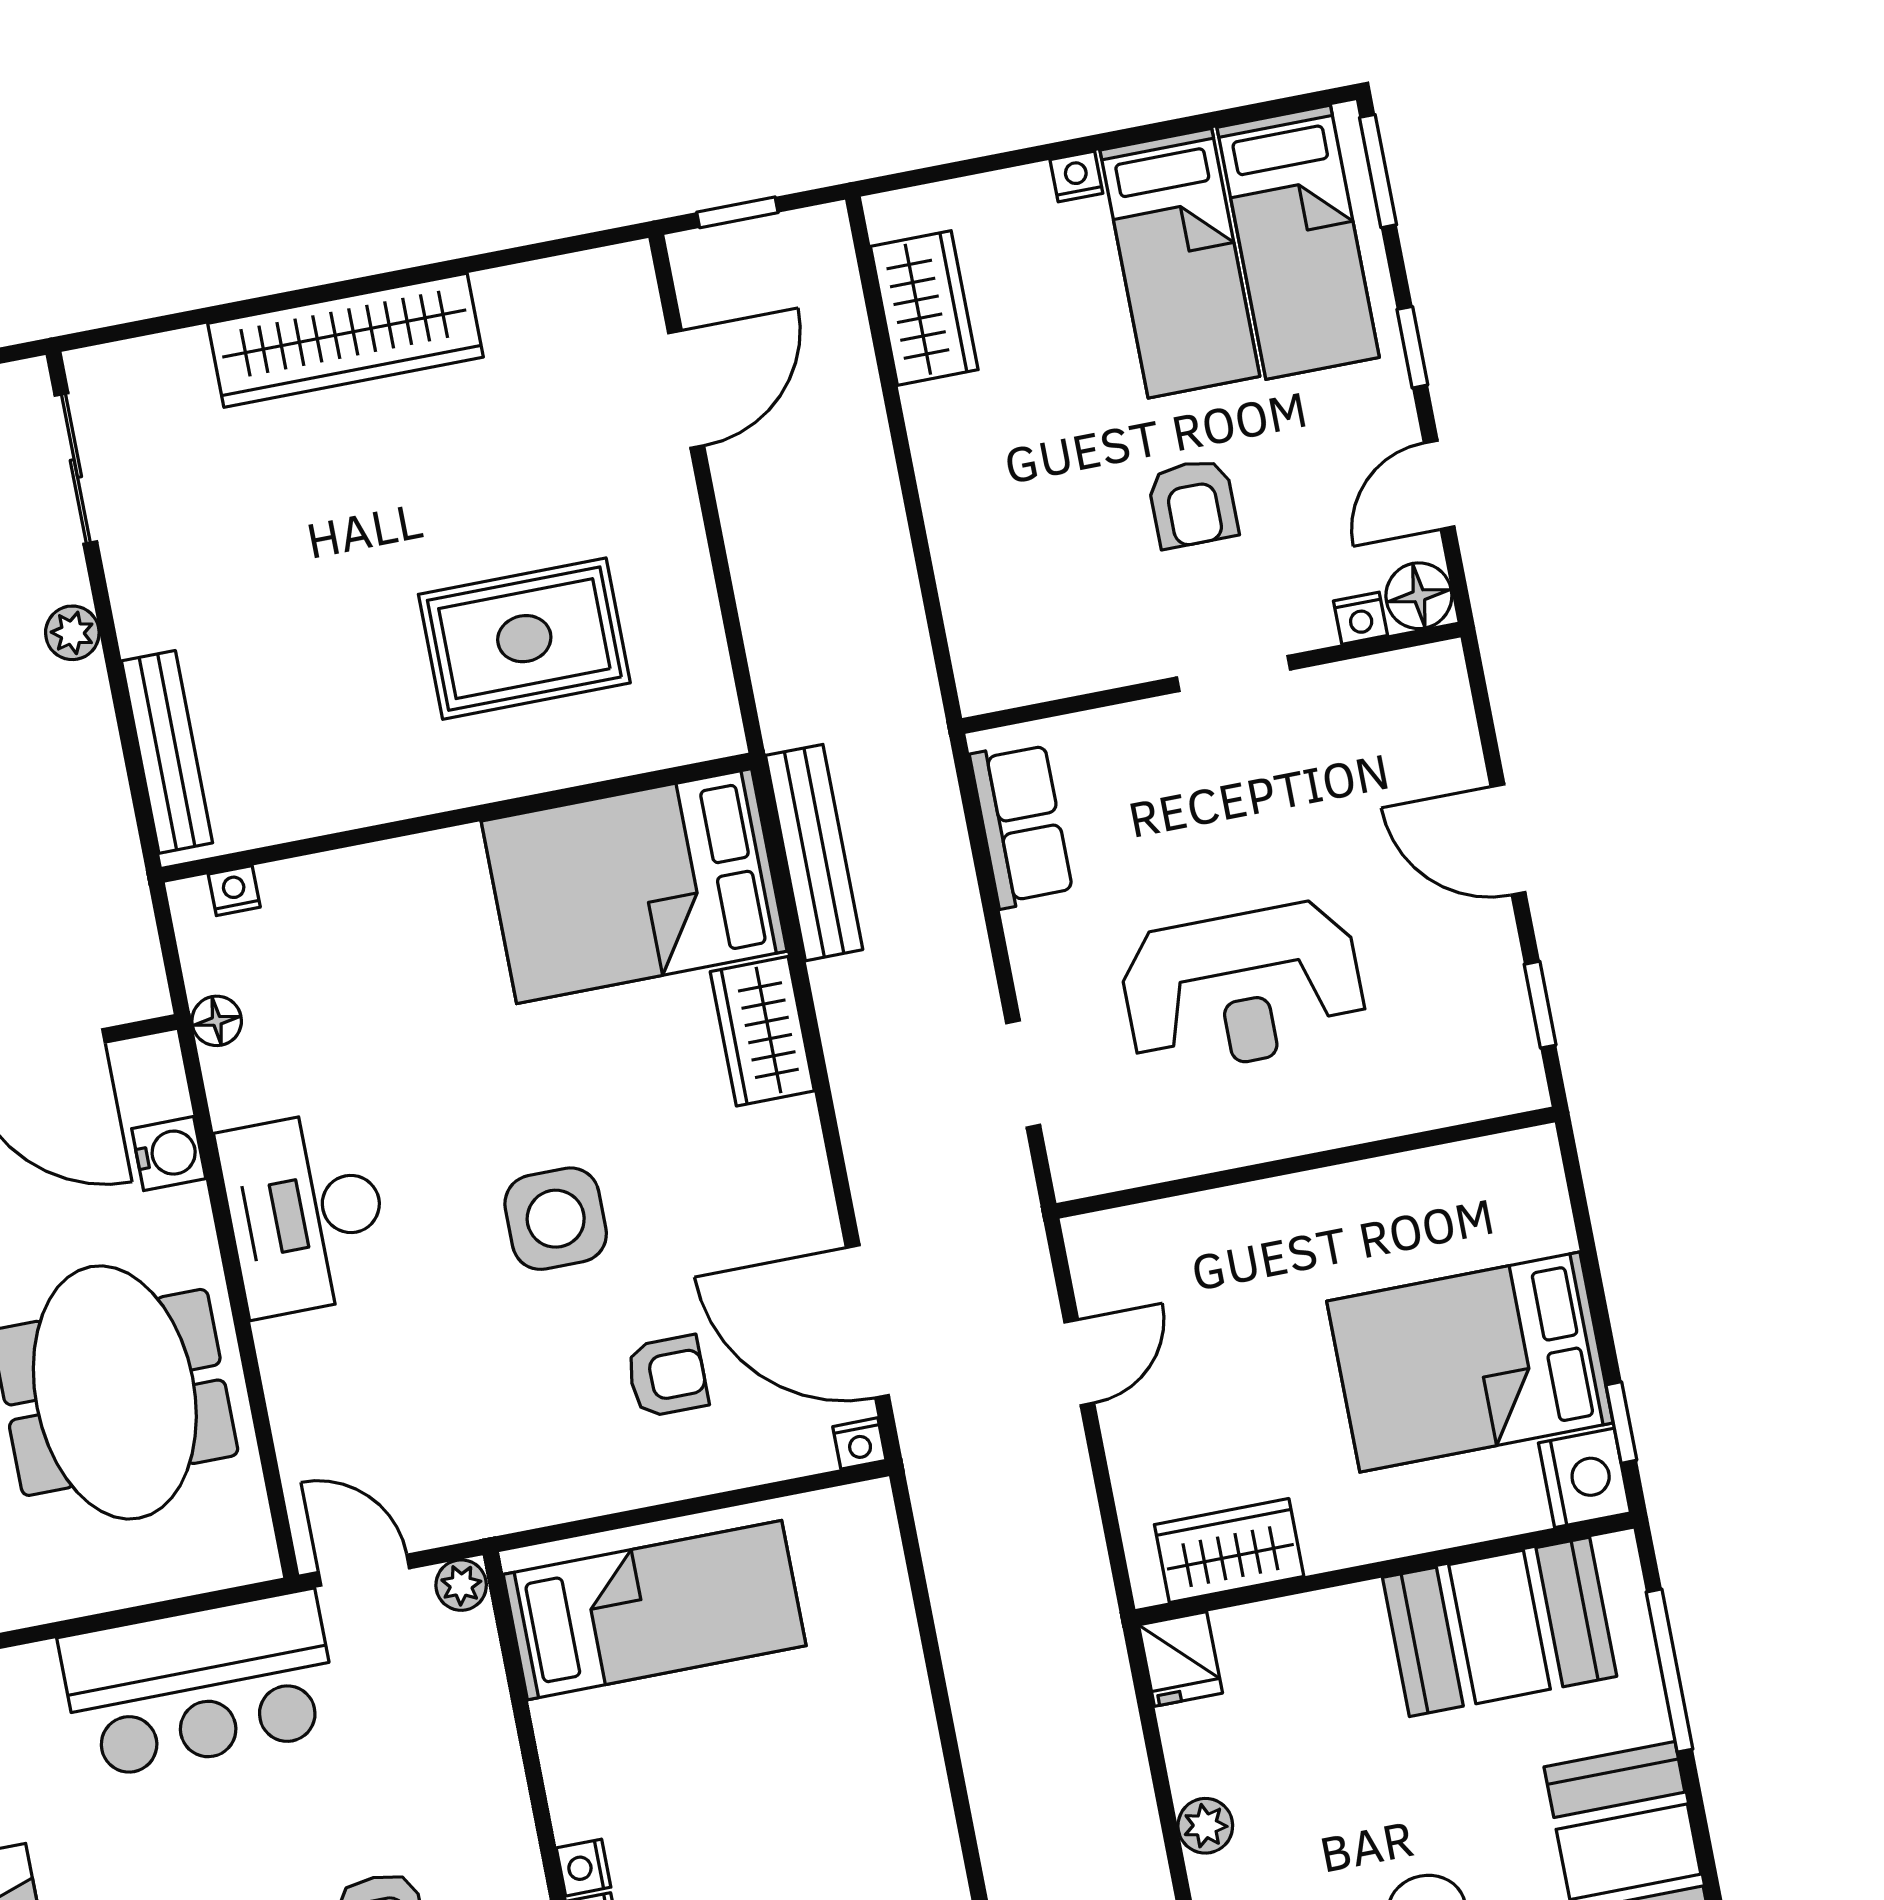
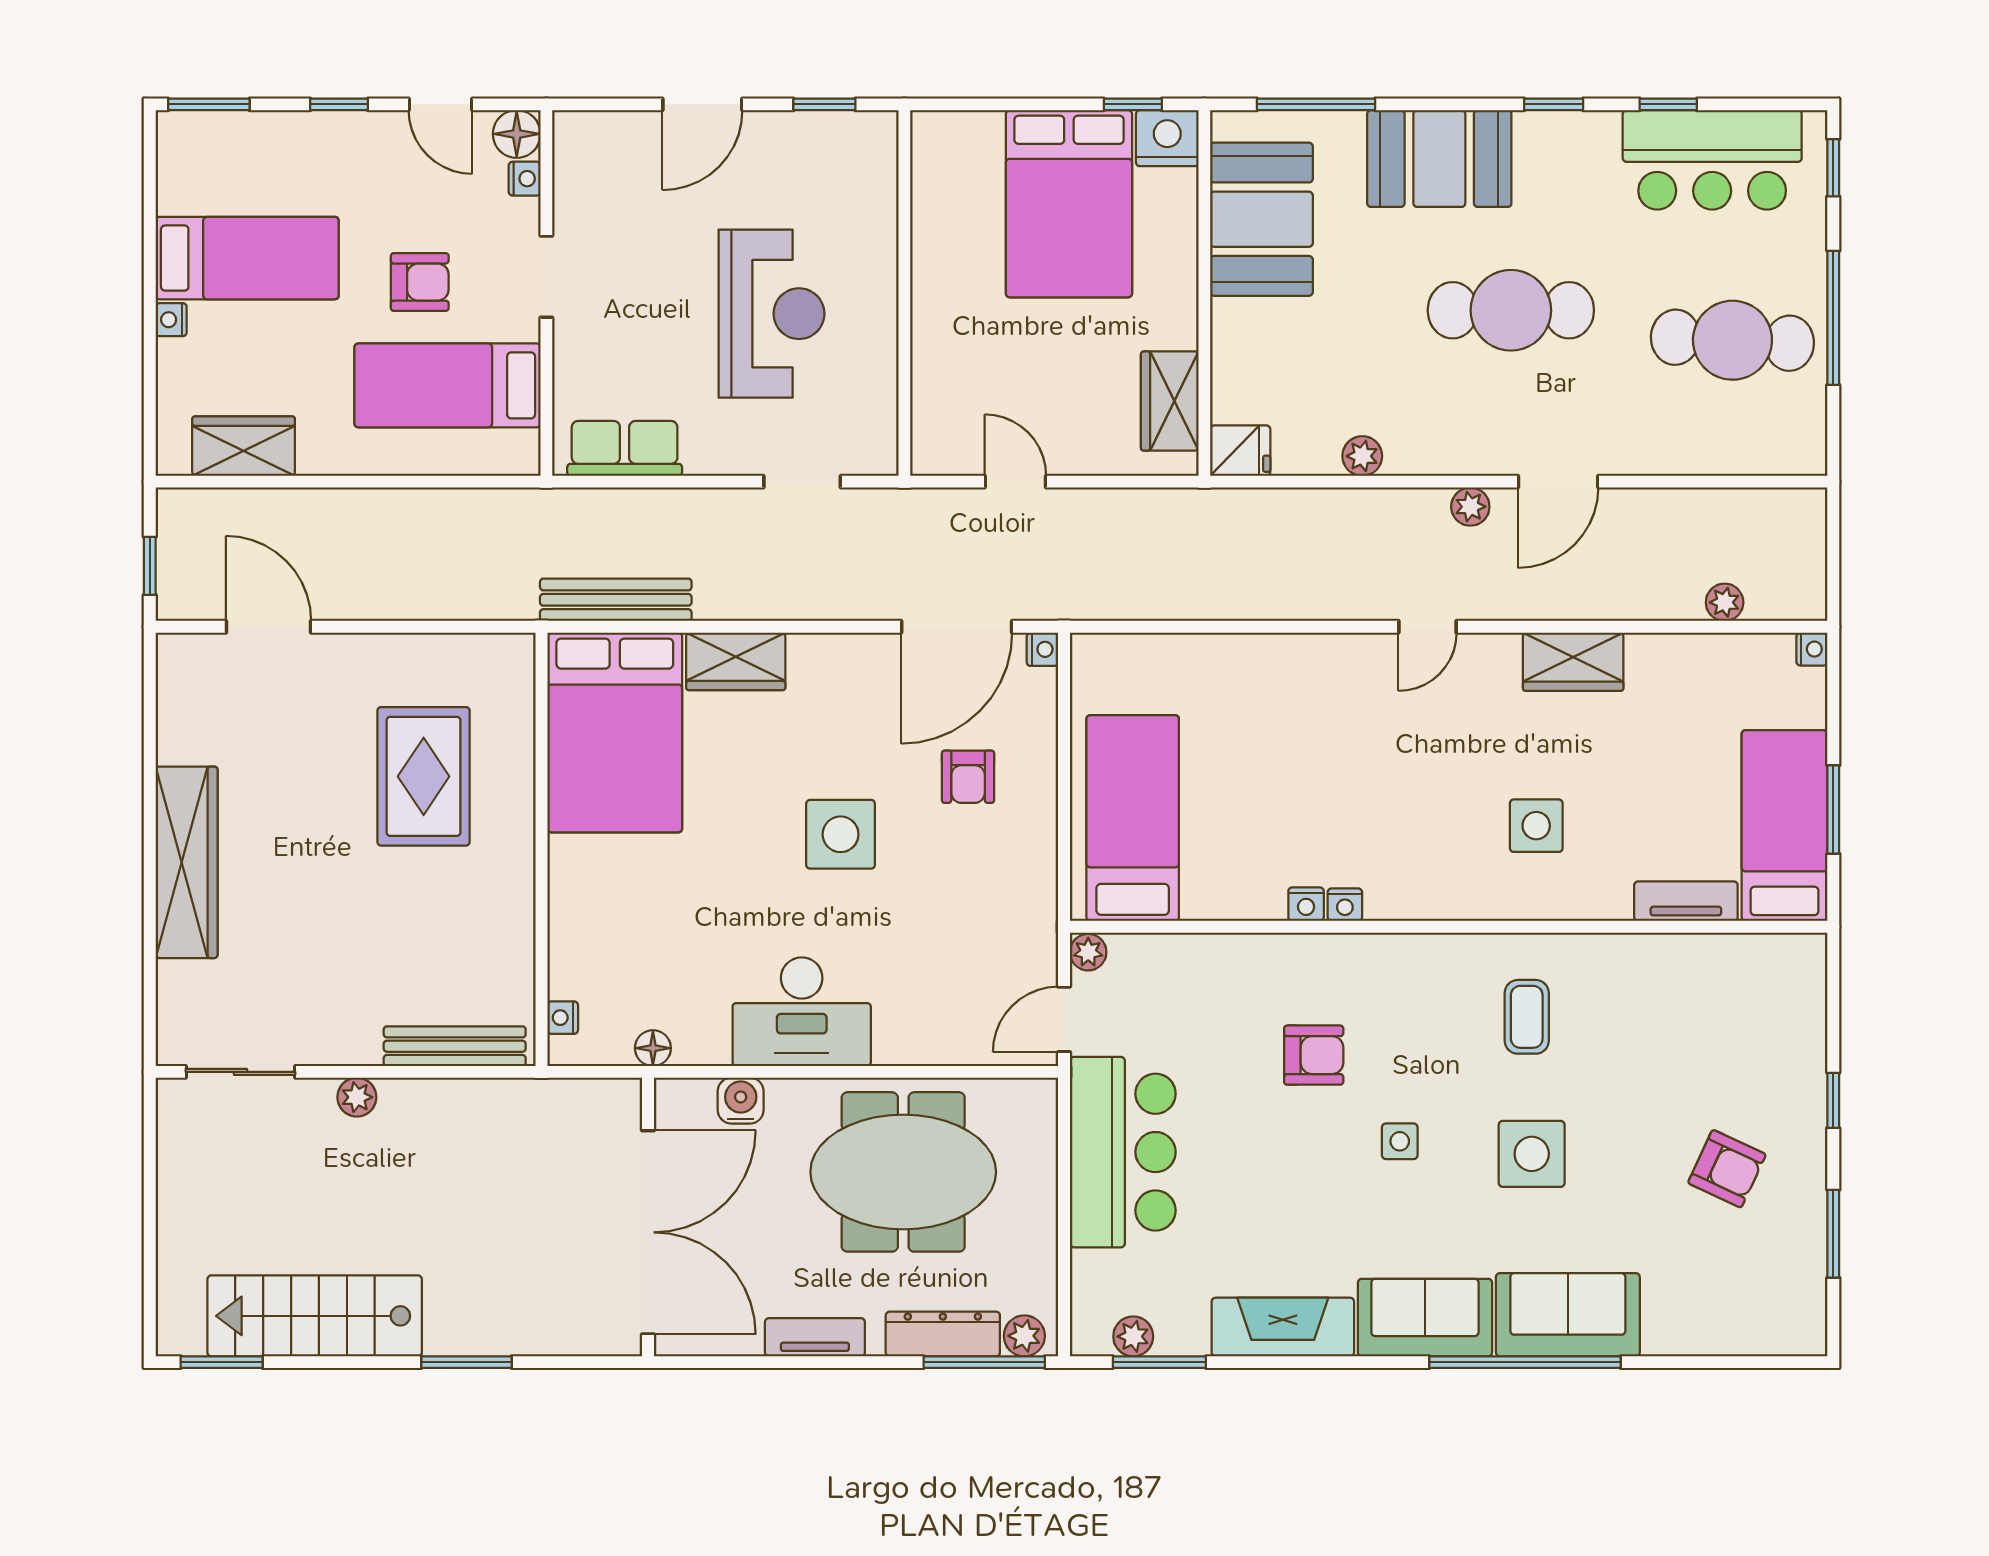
bed: (1298, 242) -> (448, 385), moved, turned 180
armchair: (667, 1376) -> (968, 777), turned 180

